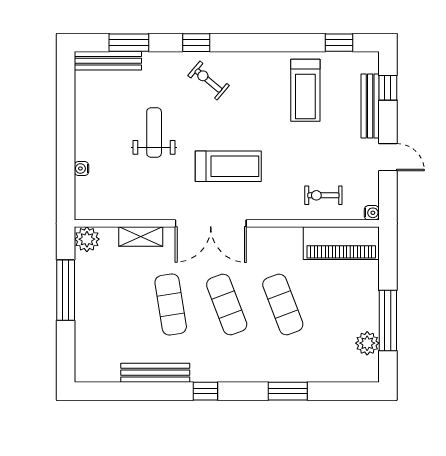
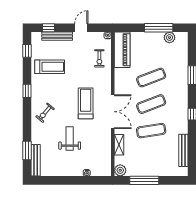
window: (196, 43) -> (27, 91), moved
weight bench: (154, 133) -> (70, 139), turned 90
bench: (155, 373) -> (183, 150), moved

